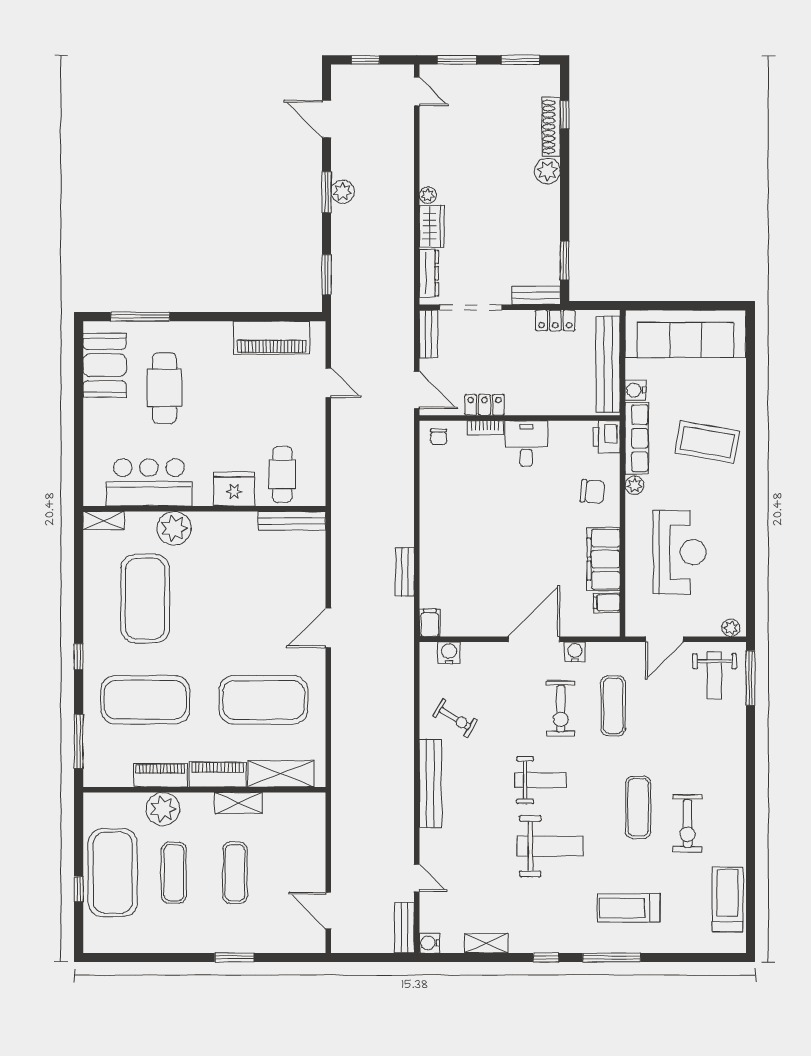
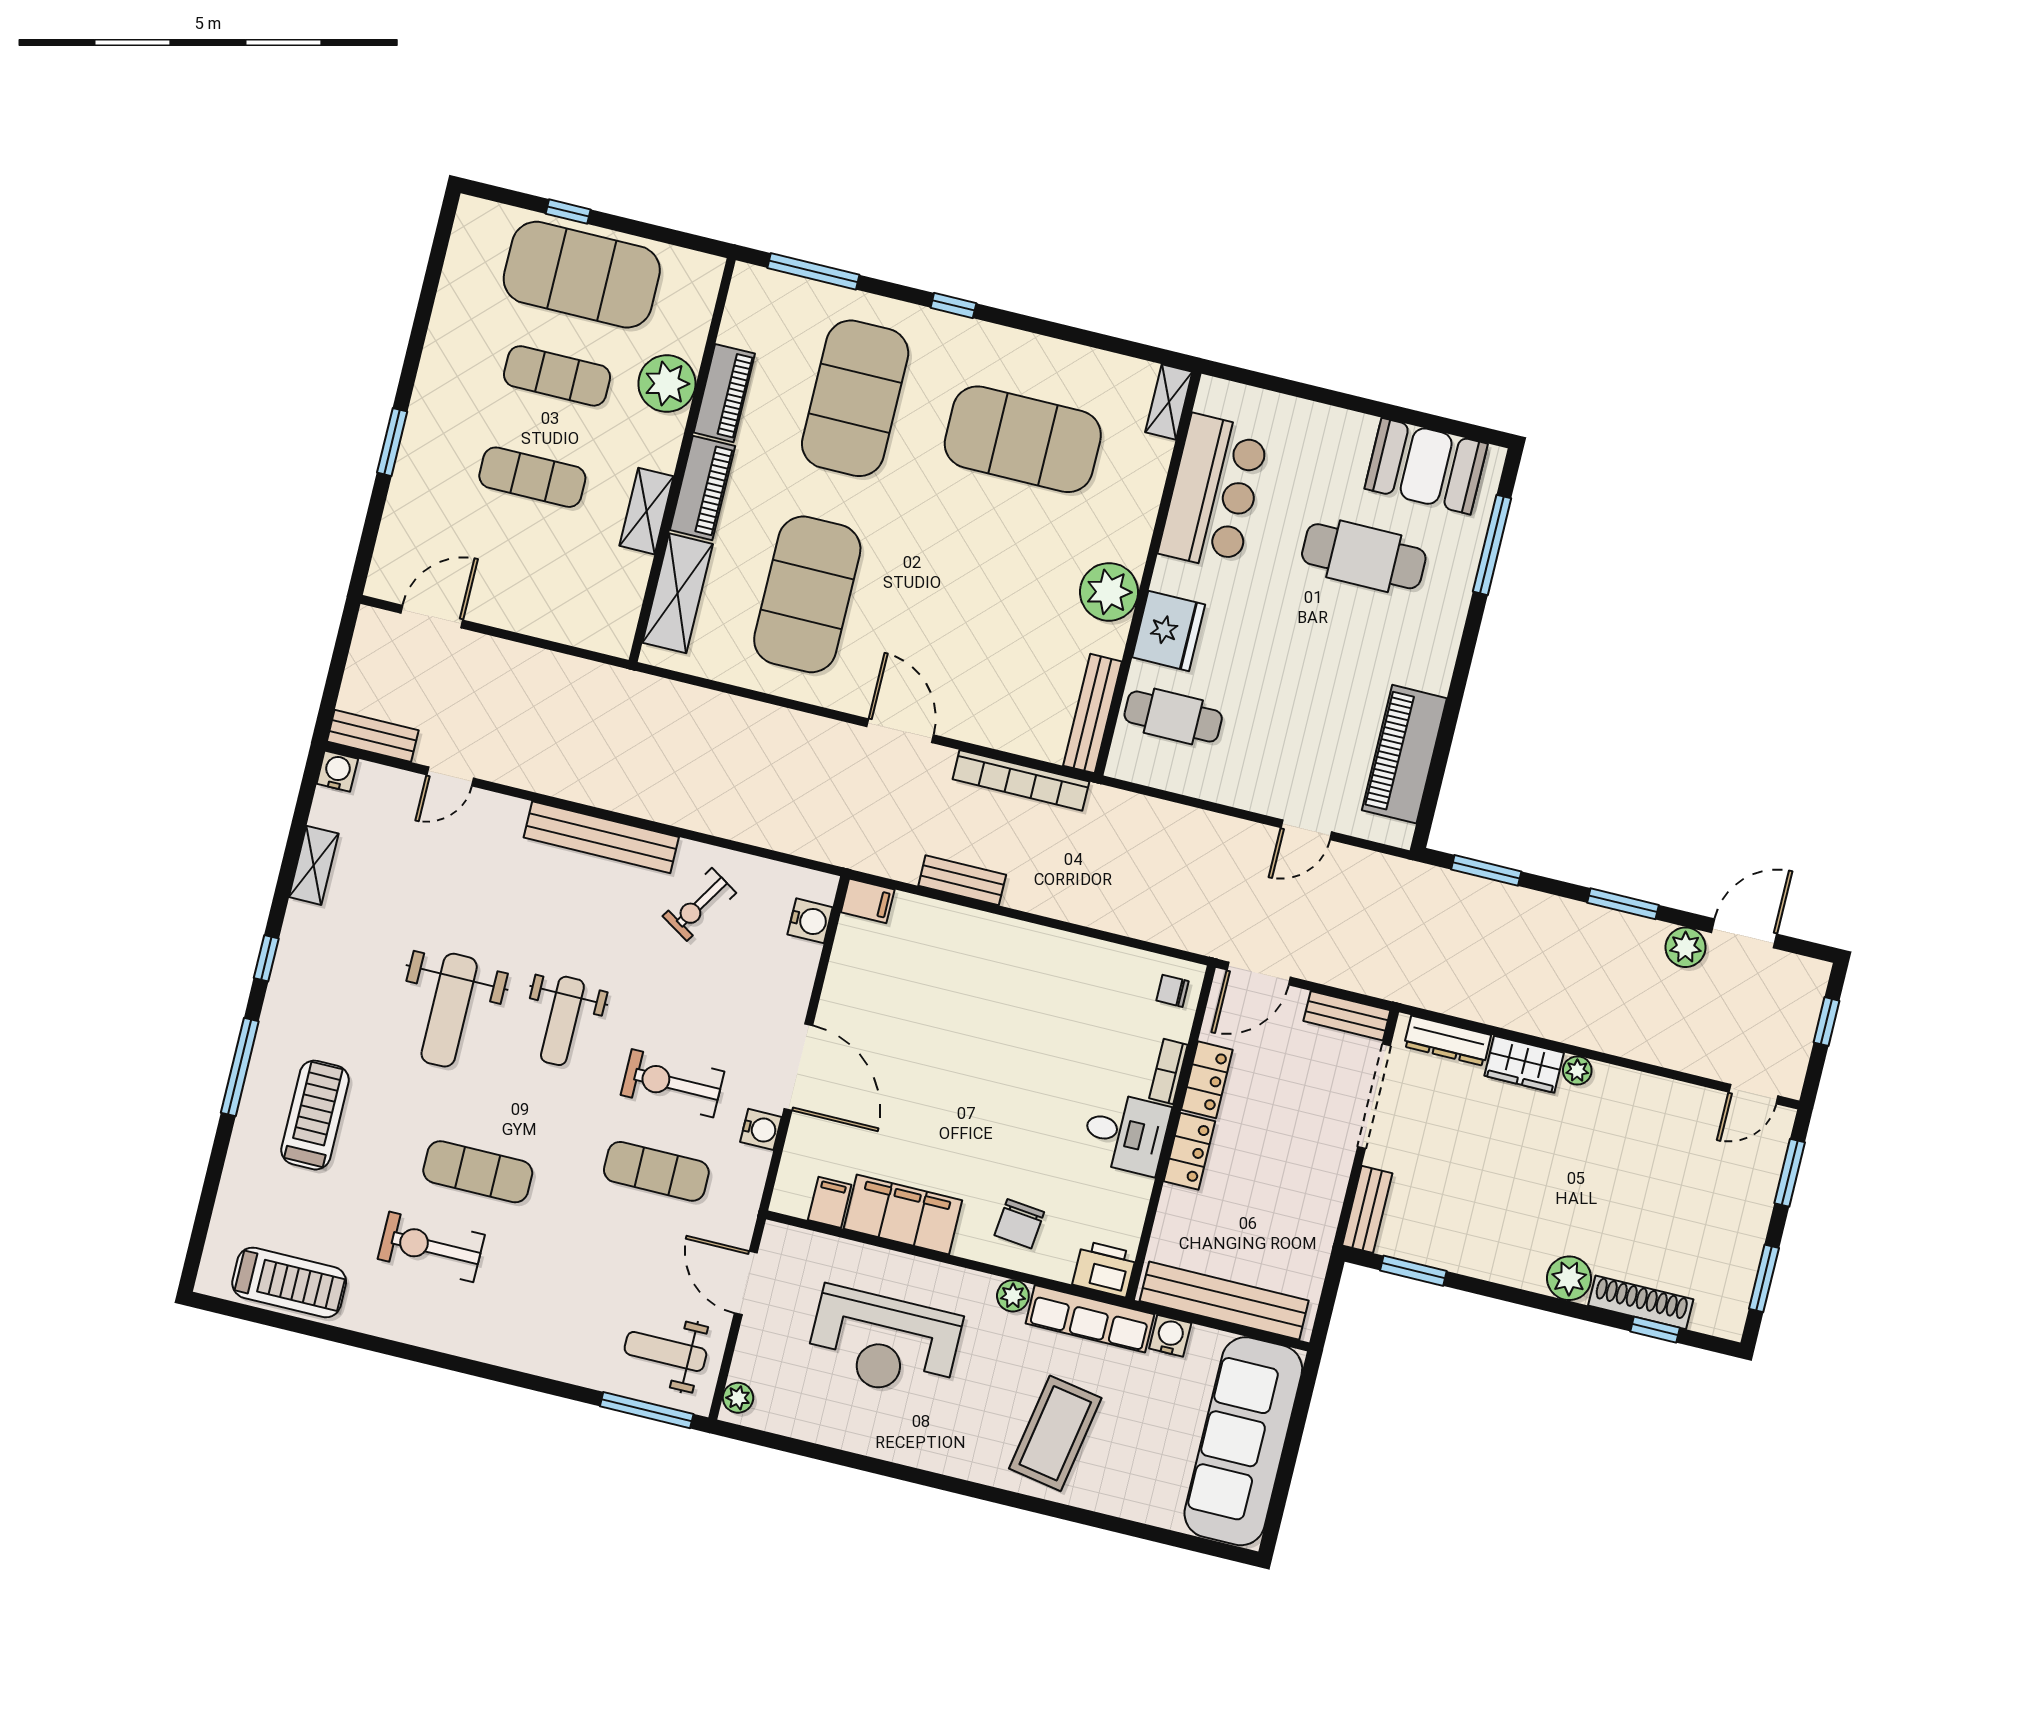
plant: (343, 192) -> (1685, 947), moved
locker: (555, 320) -> (1189, 1151), moved, turned 180
plant: (174, 528) -> (1109, 592), moved
bookcase: (340, 552) -> (1021, 780), added

